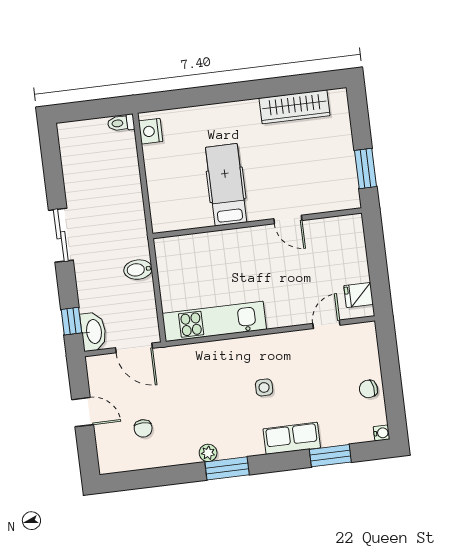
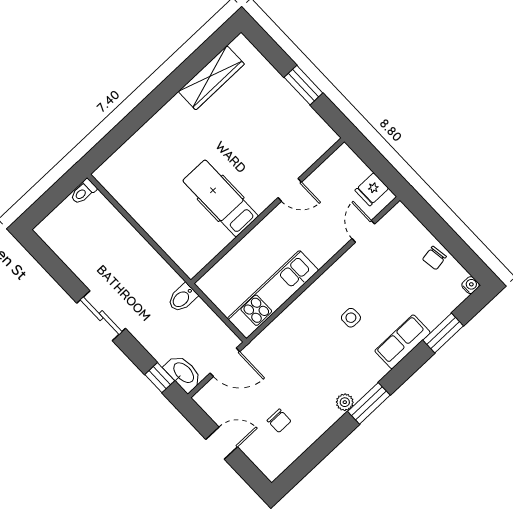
nightstand: (151, 131) -> (112, 181), removed
hospital bed: (226, 185) -> (221, 198), moved
door: (288, 220) -> (290, 190), moved
wall: (257, 223) -> (268, 211), moved

